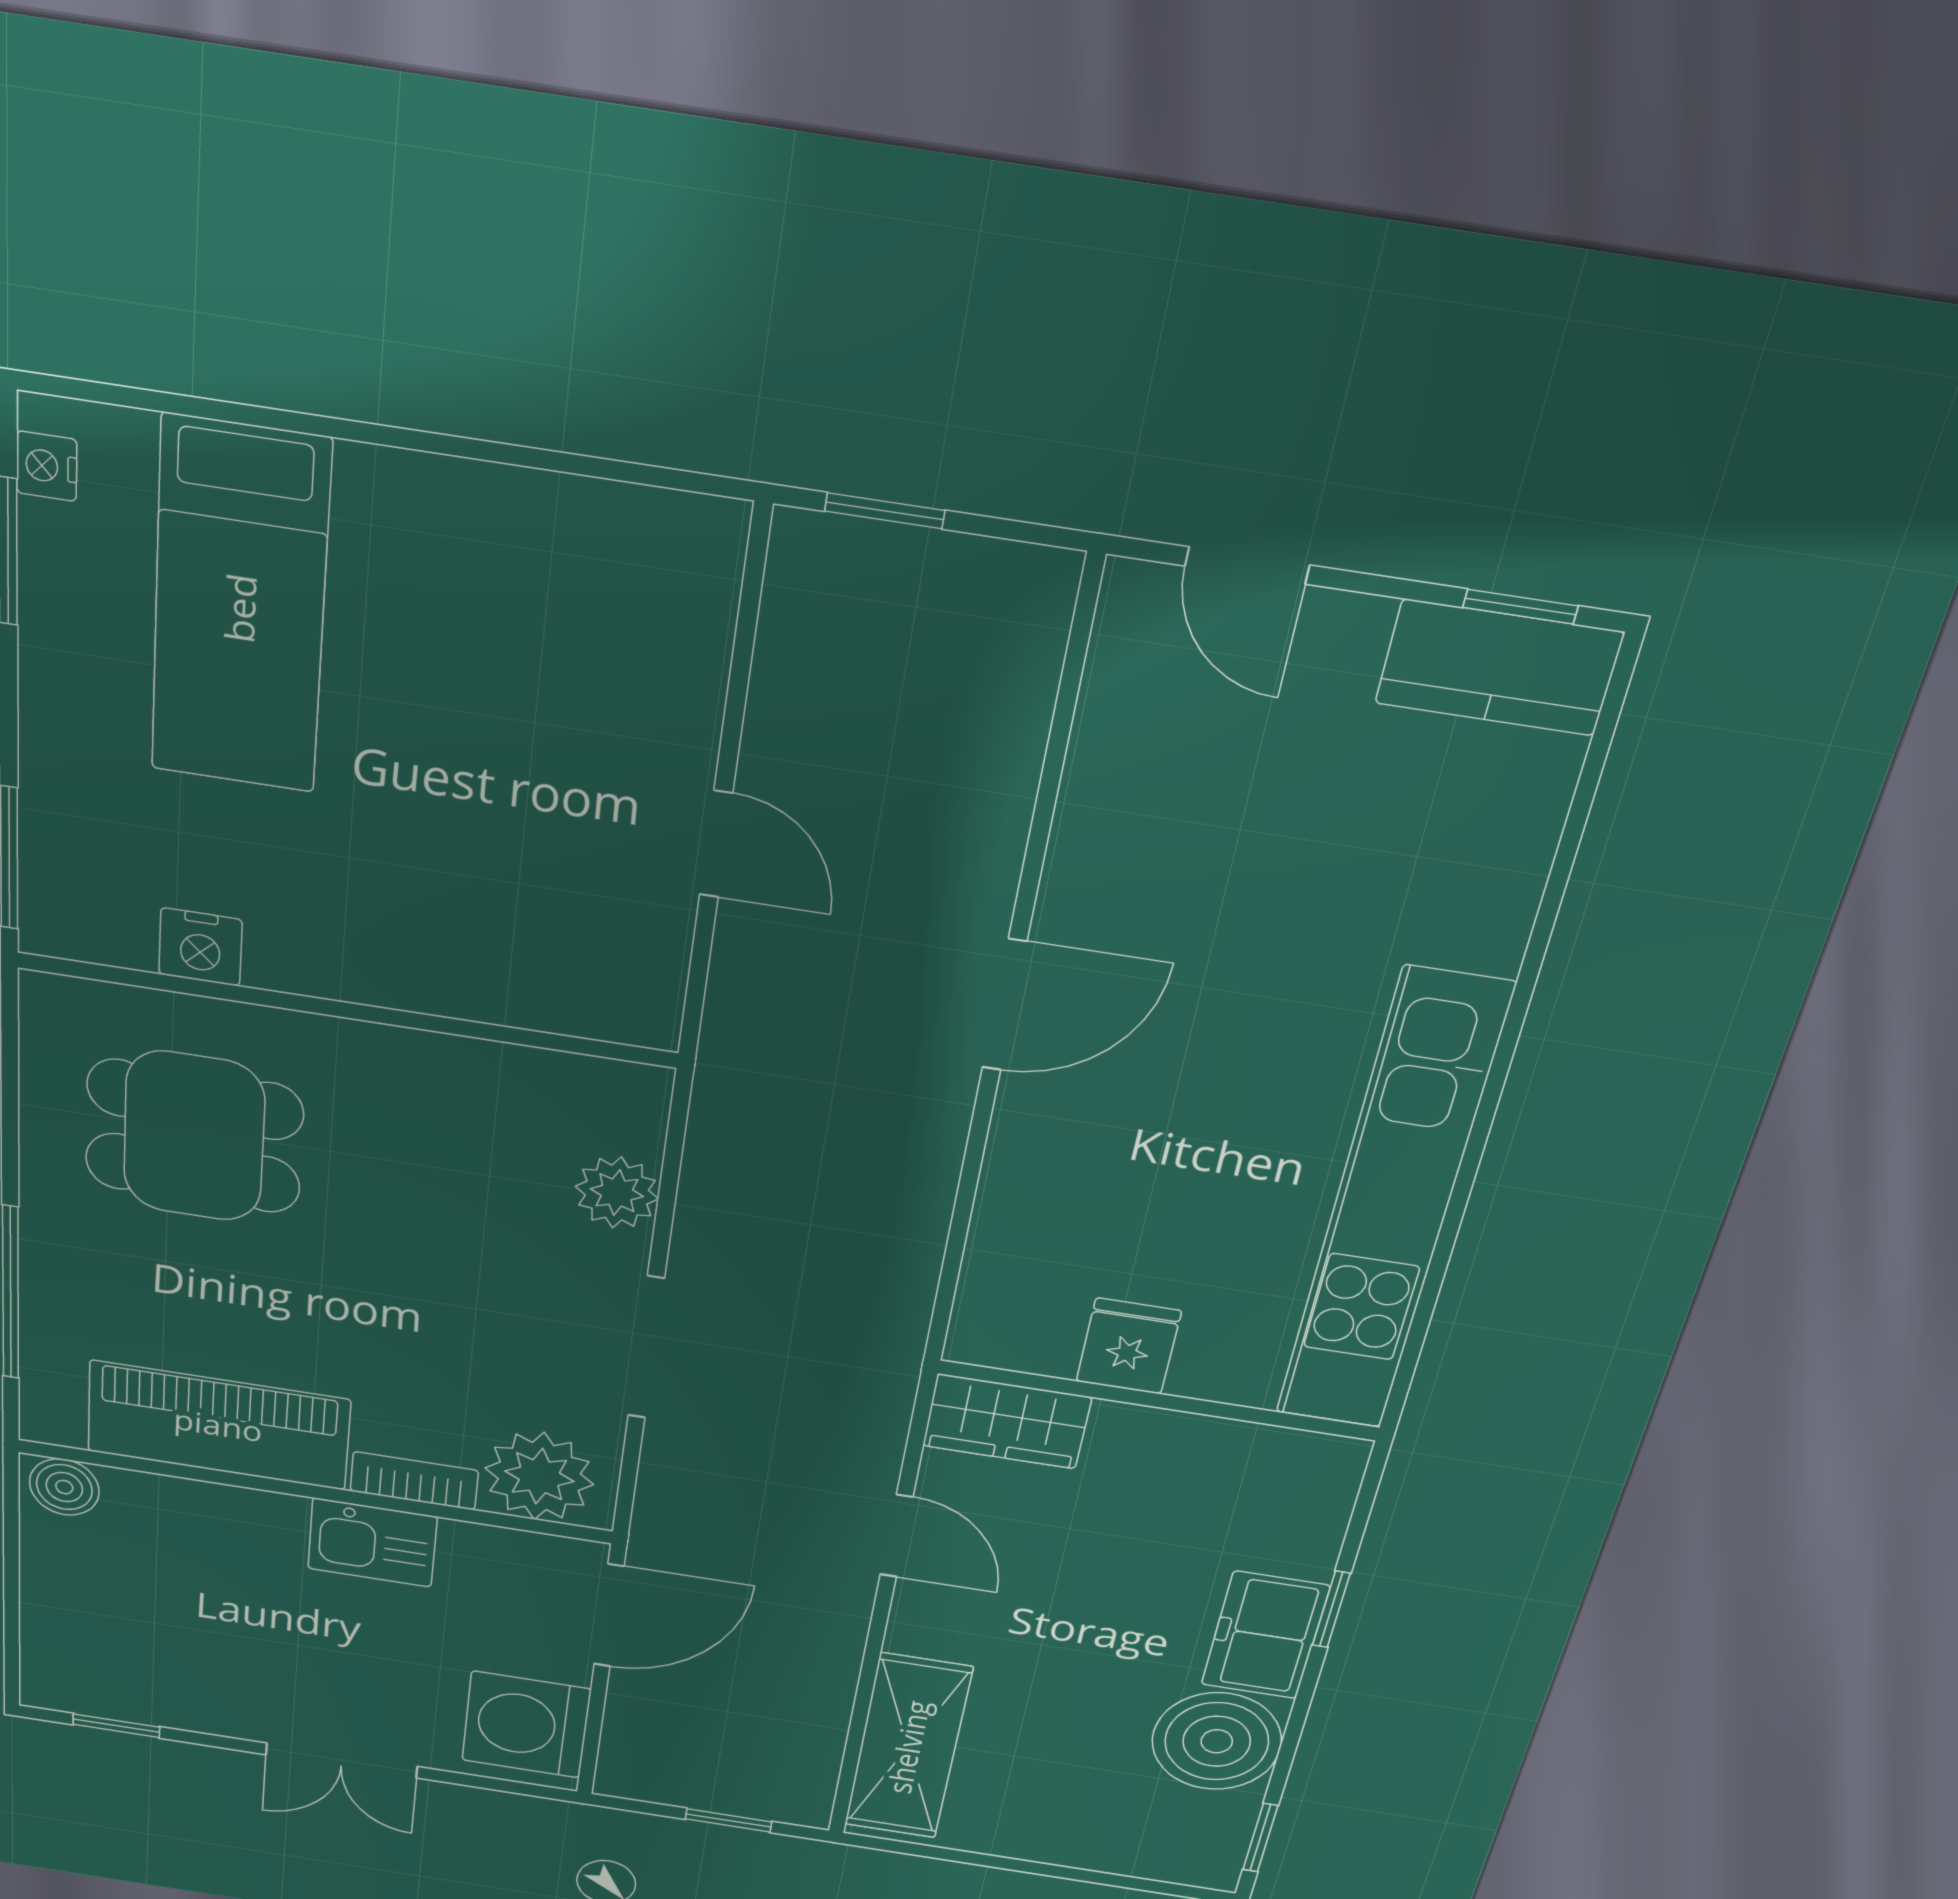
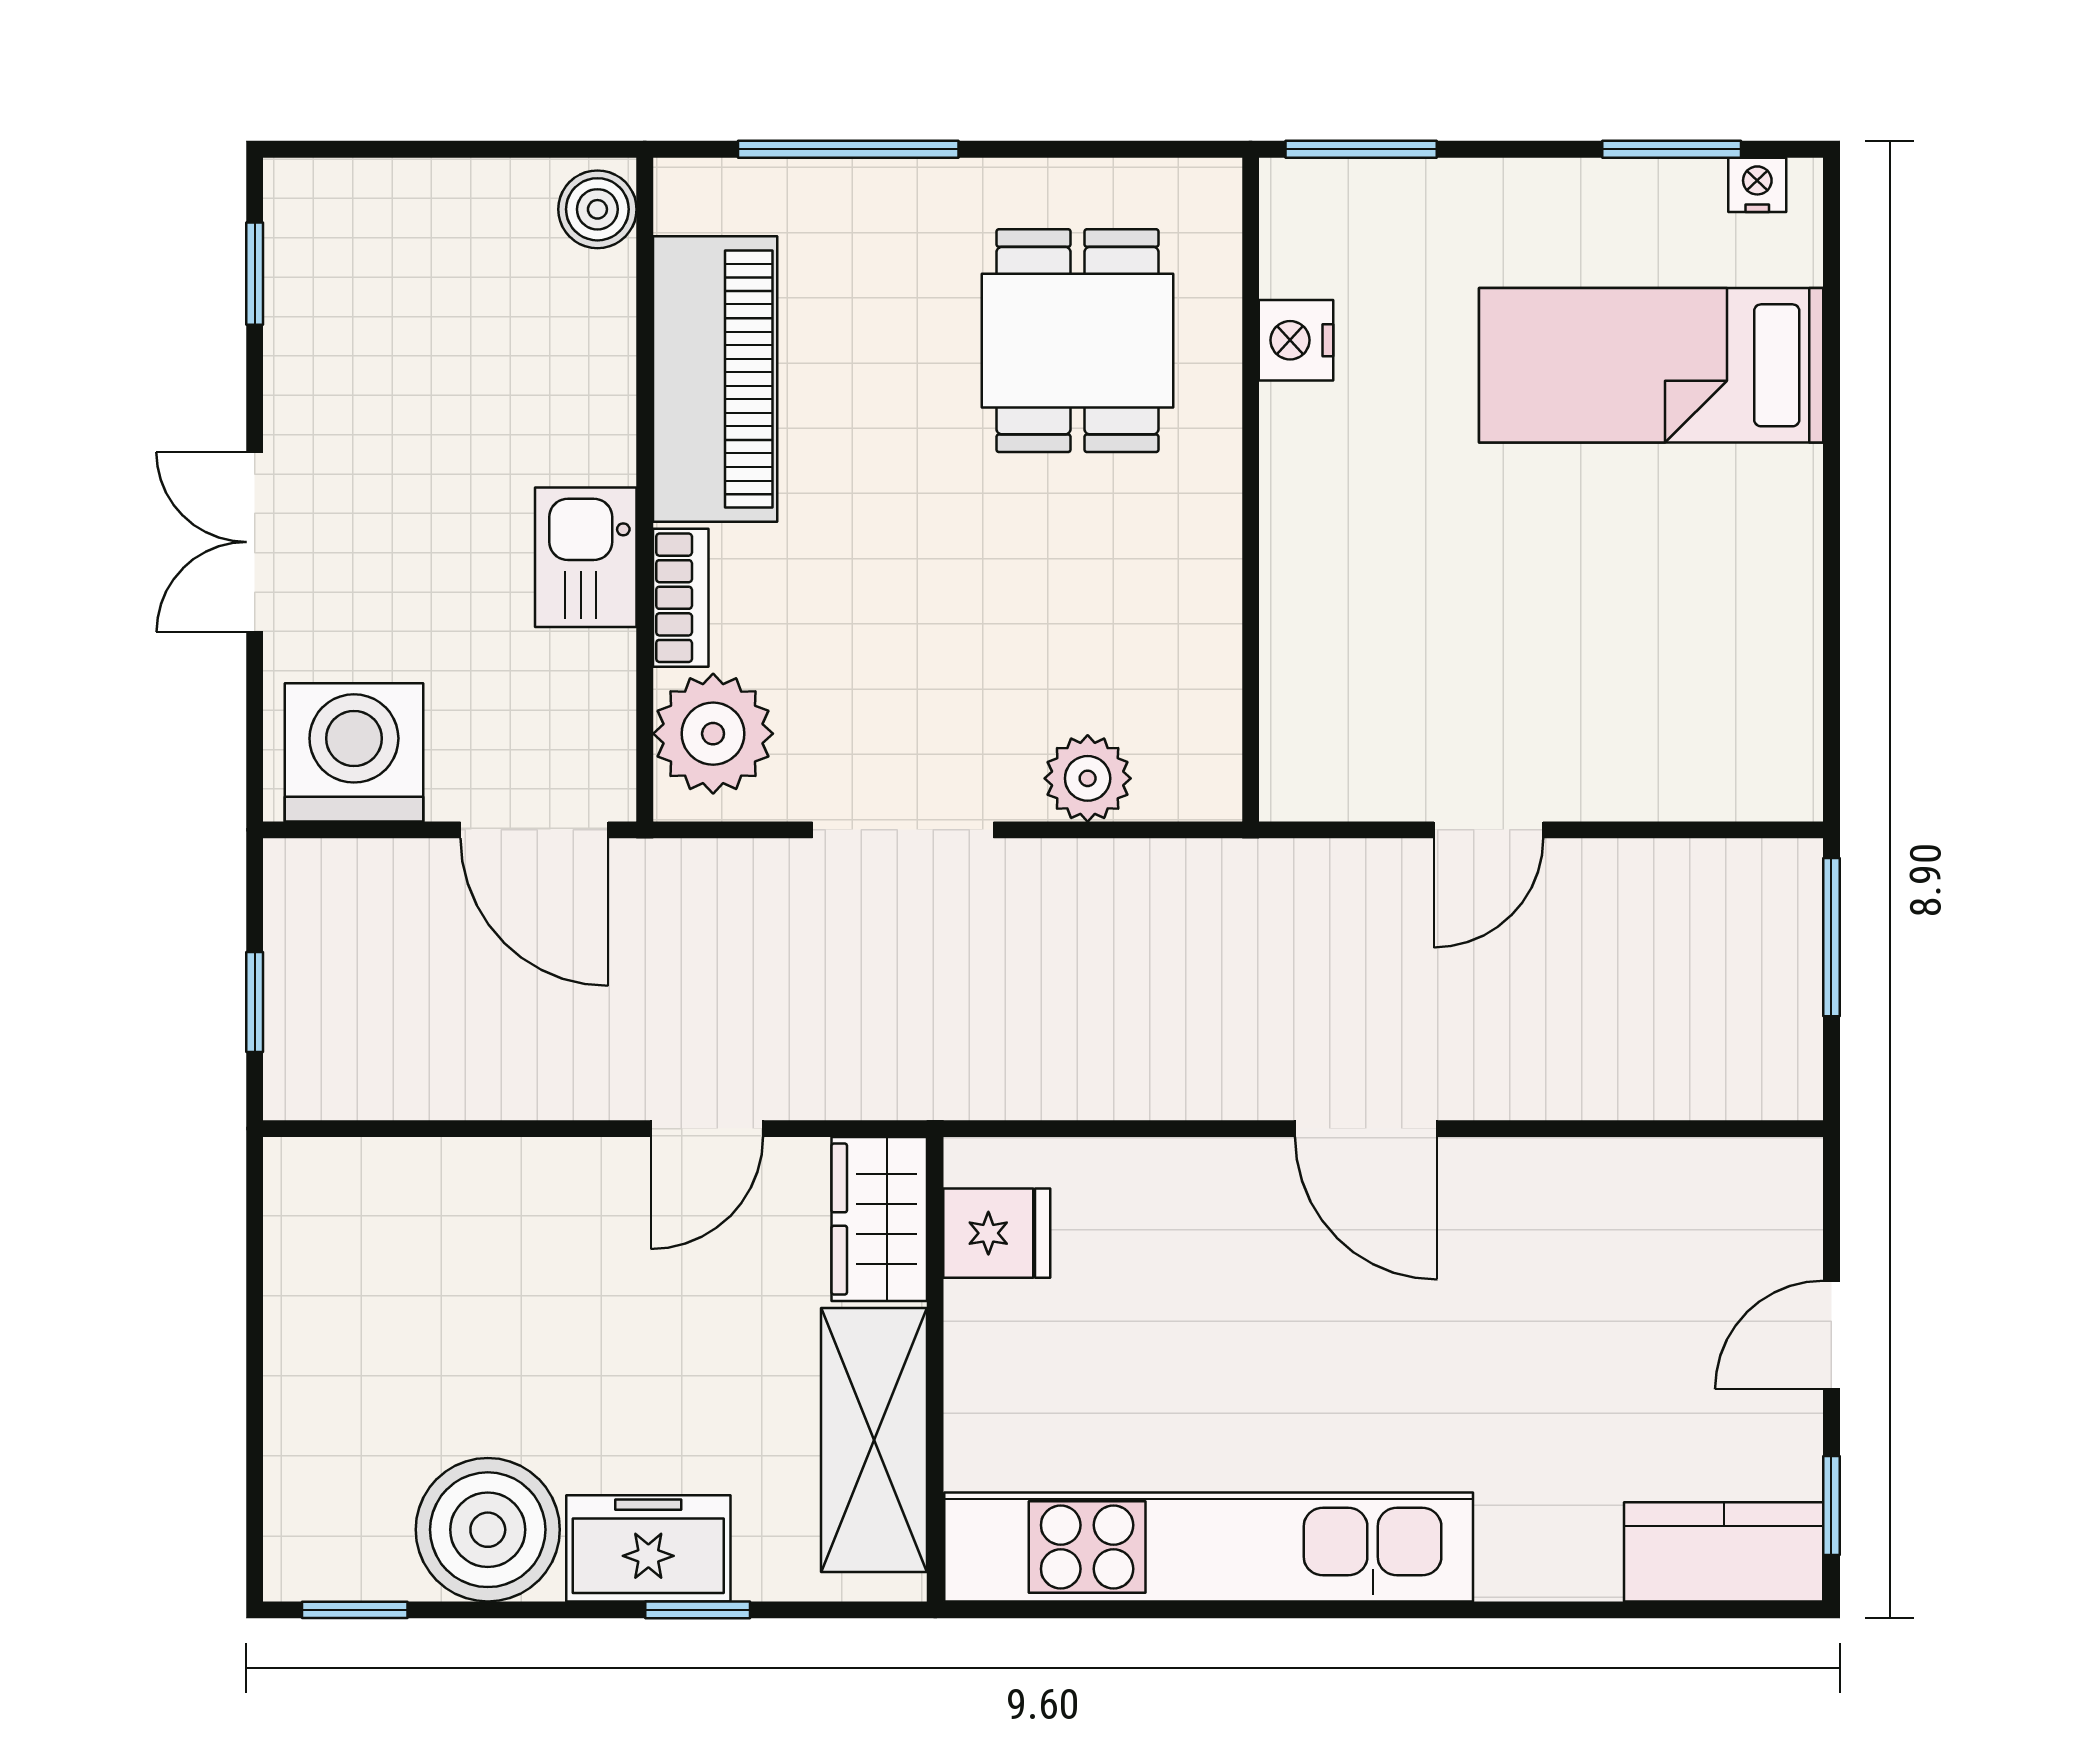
window: (885, 511) -> (1831, 937), width x1.50
door: (1247, 565) -> (1831, 1335), moved
kitchen counter: (1499, 668) -> (1724, 1552), moved, turned 90
fridge: (1129, 1346) -> (997, 1233), moved
shelving: (908, 1747) -> (874, 1440), moved, turned 90

